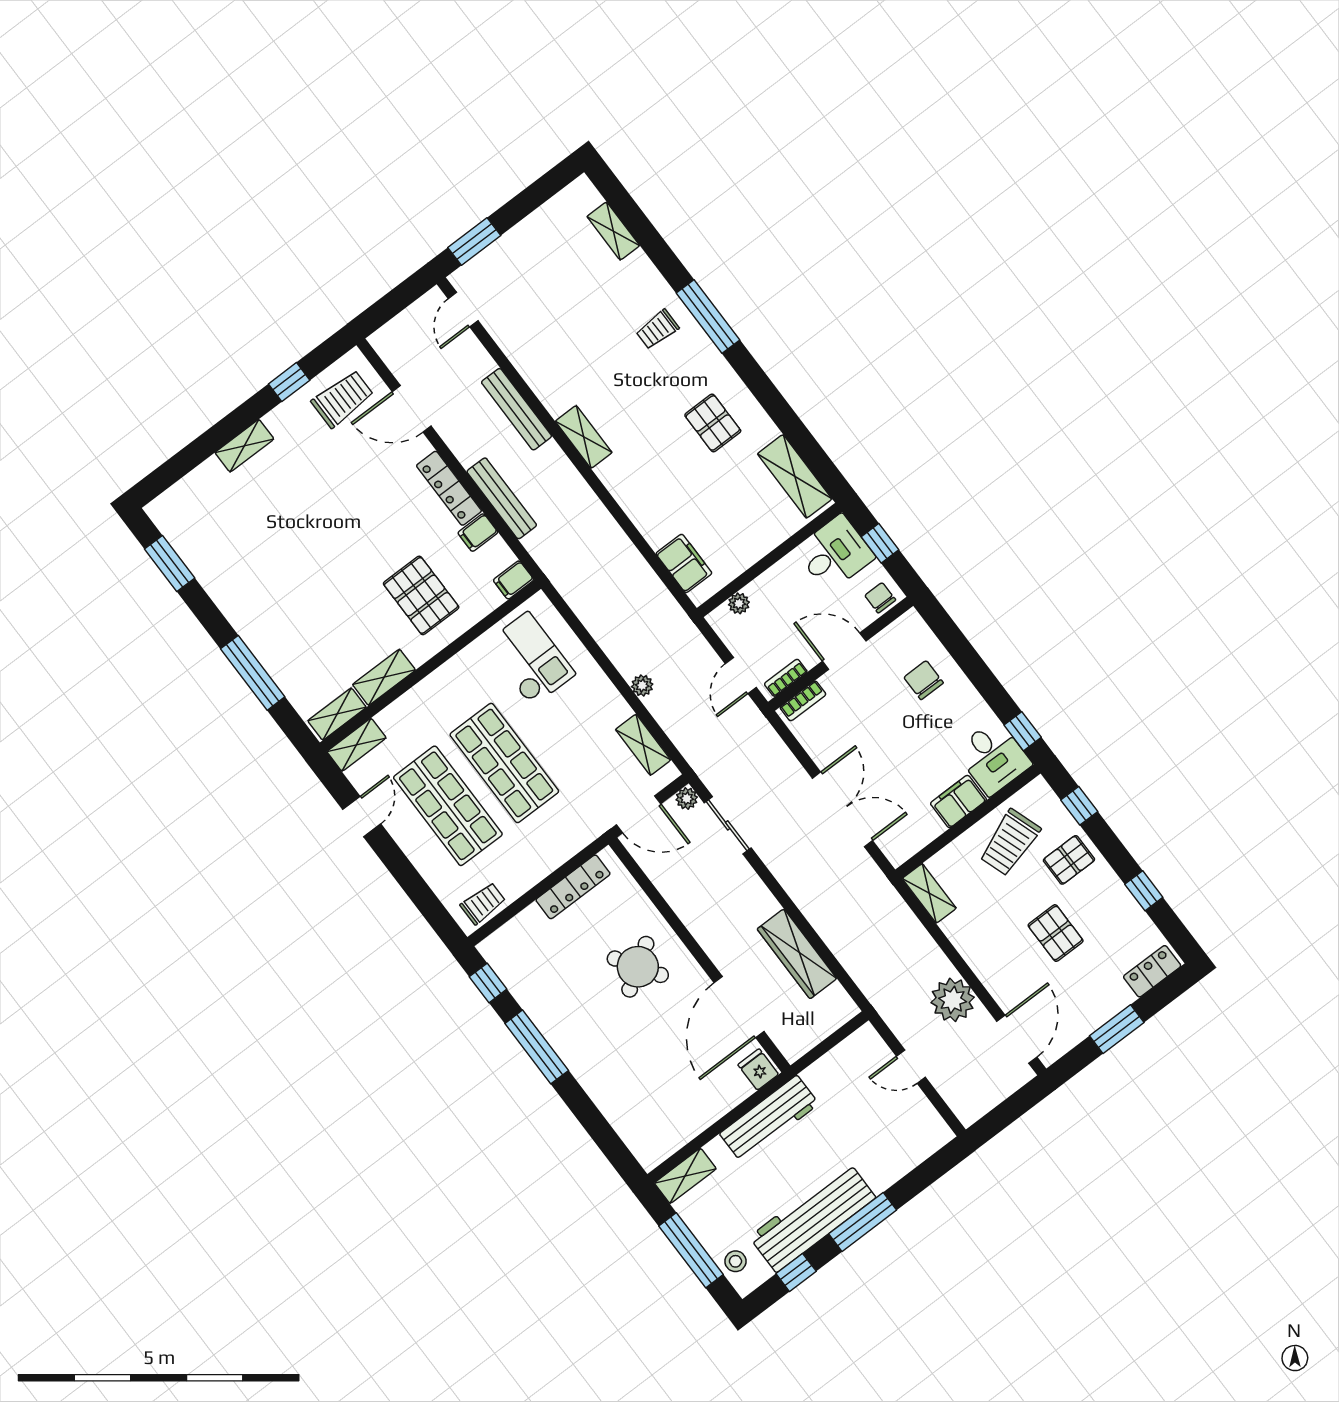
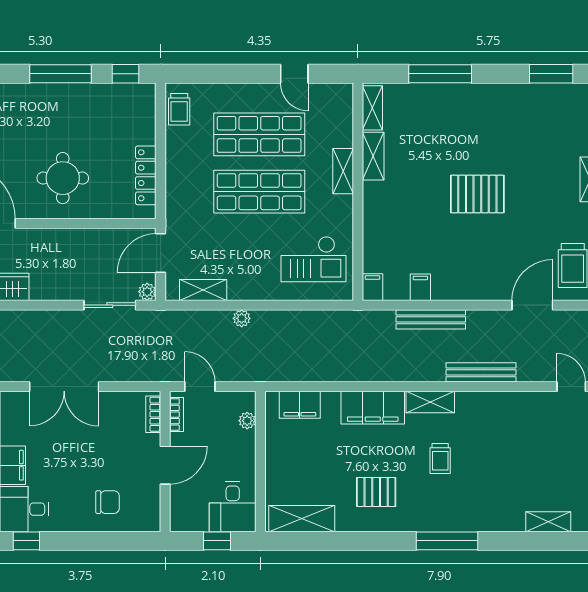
trolley: (657, 329) -> (440, 459), moved, turned 180
locker: (449, 488) -> (463, 290), removed
filing cabinet: (632, 489) -> (373, 408), added
pallet: (421, 595) -> (477, 194), moved
chair: (880, 598) -> (182, 514), removed
shelving: (357, 745) -> (343, 171), moved
round table: (638, 967) -> (63, 178), turned 33

